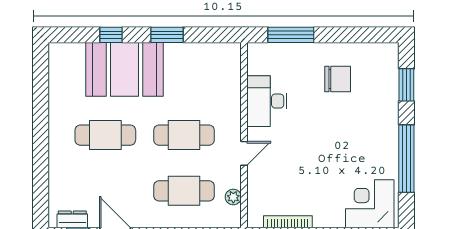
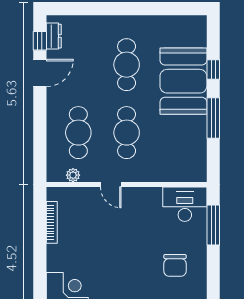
window: (167, 35) -> (213, 118), width x1.44
desk: (267, 101) -> (185, 204), moved

